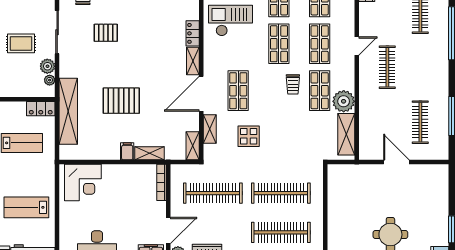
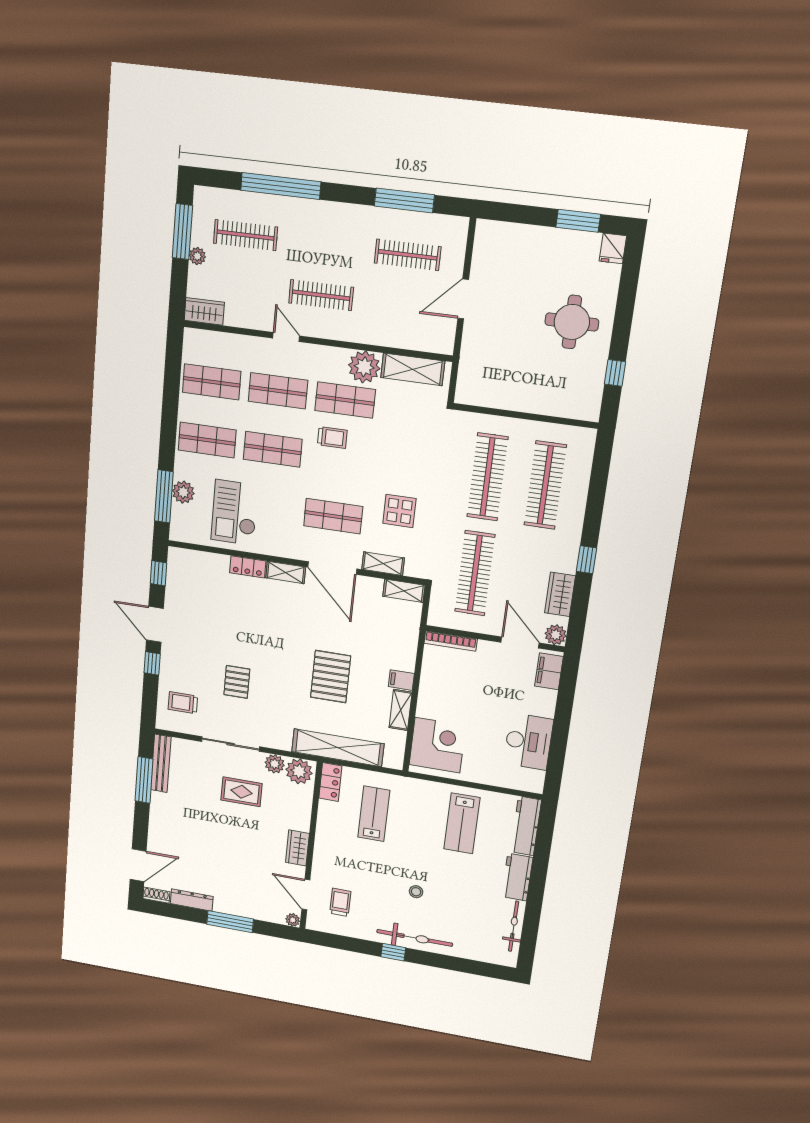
rug: (21, 43) -> (241, 792), turned 90
plant: (50, 80) -> (299, 771), width x1.88, depth x1.88
shelving: (149, 153) -> (401, 710), moved

